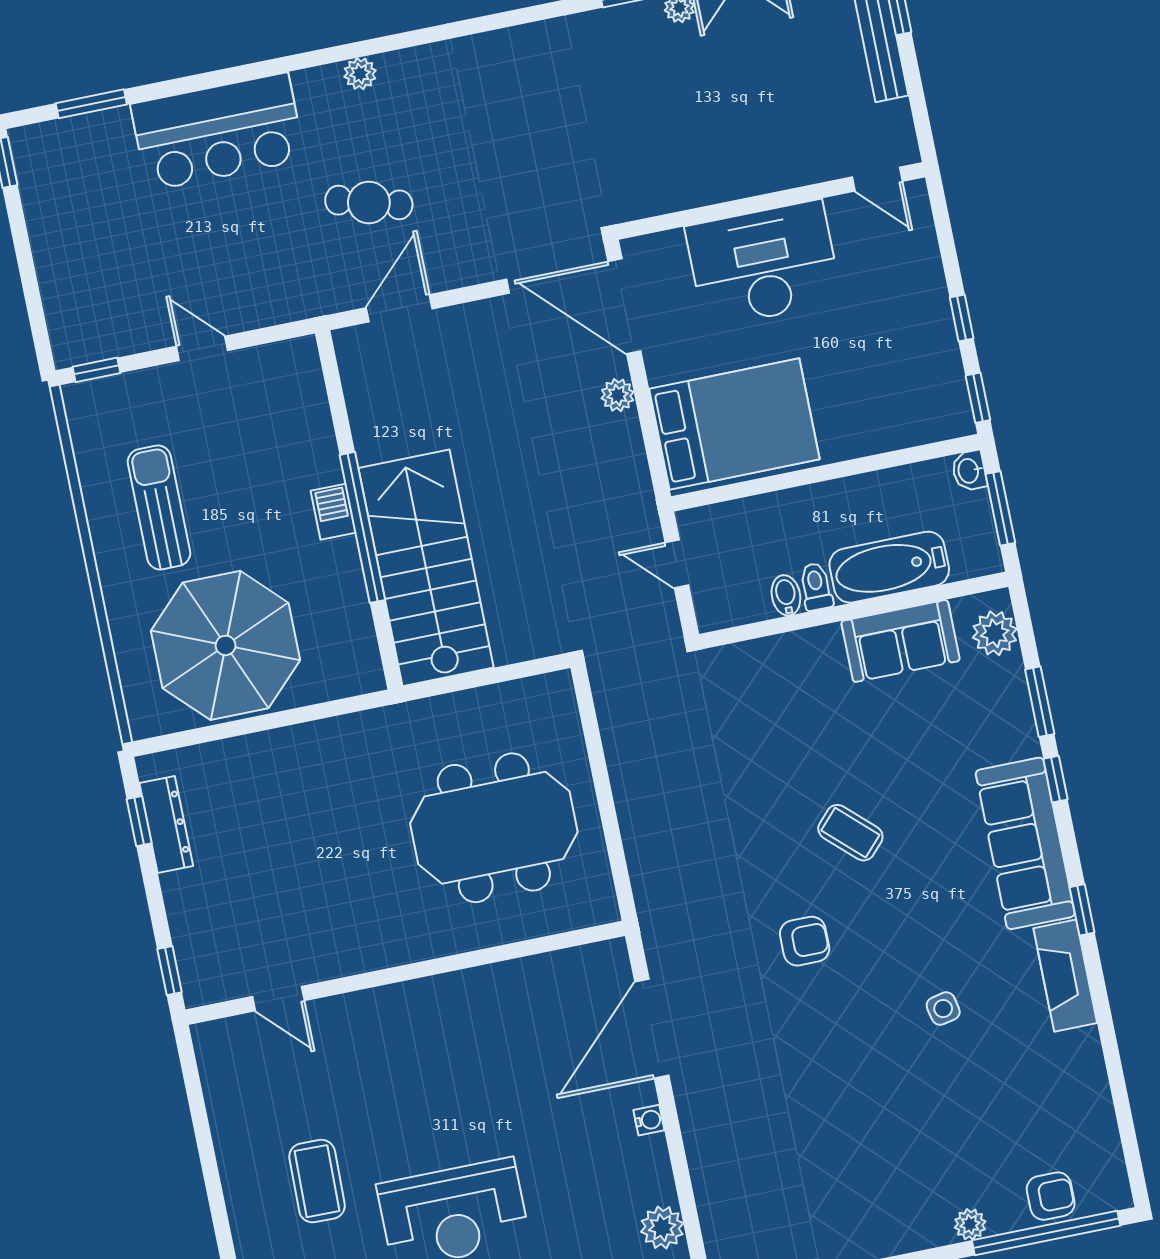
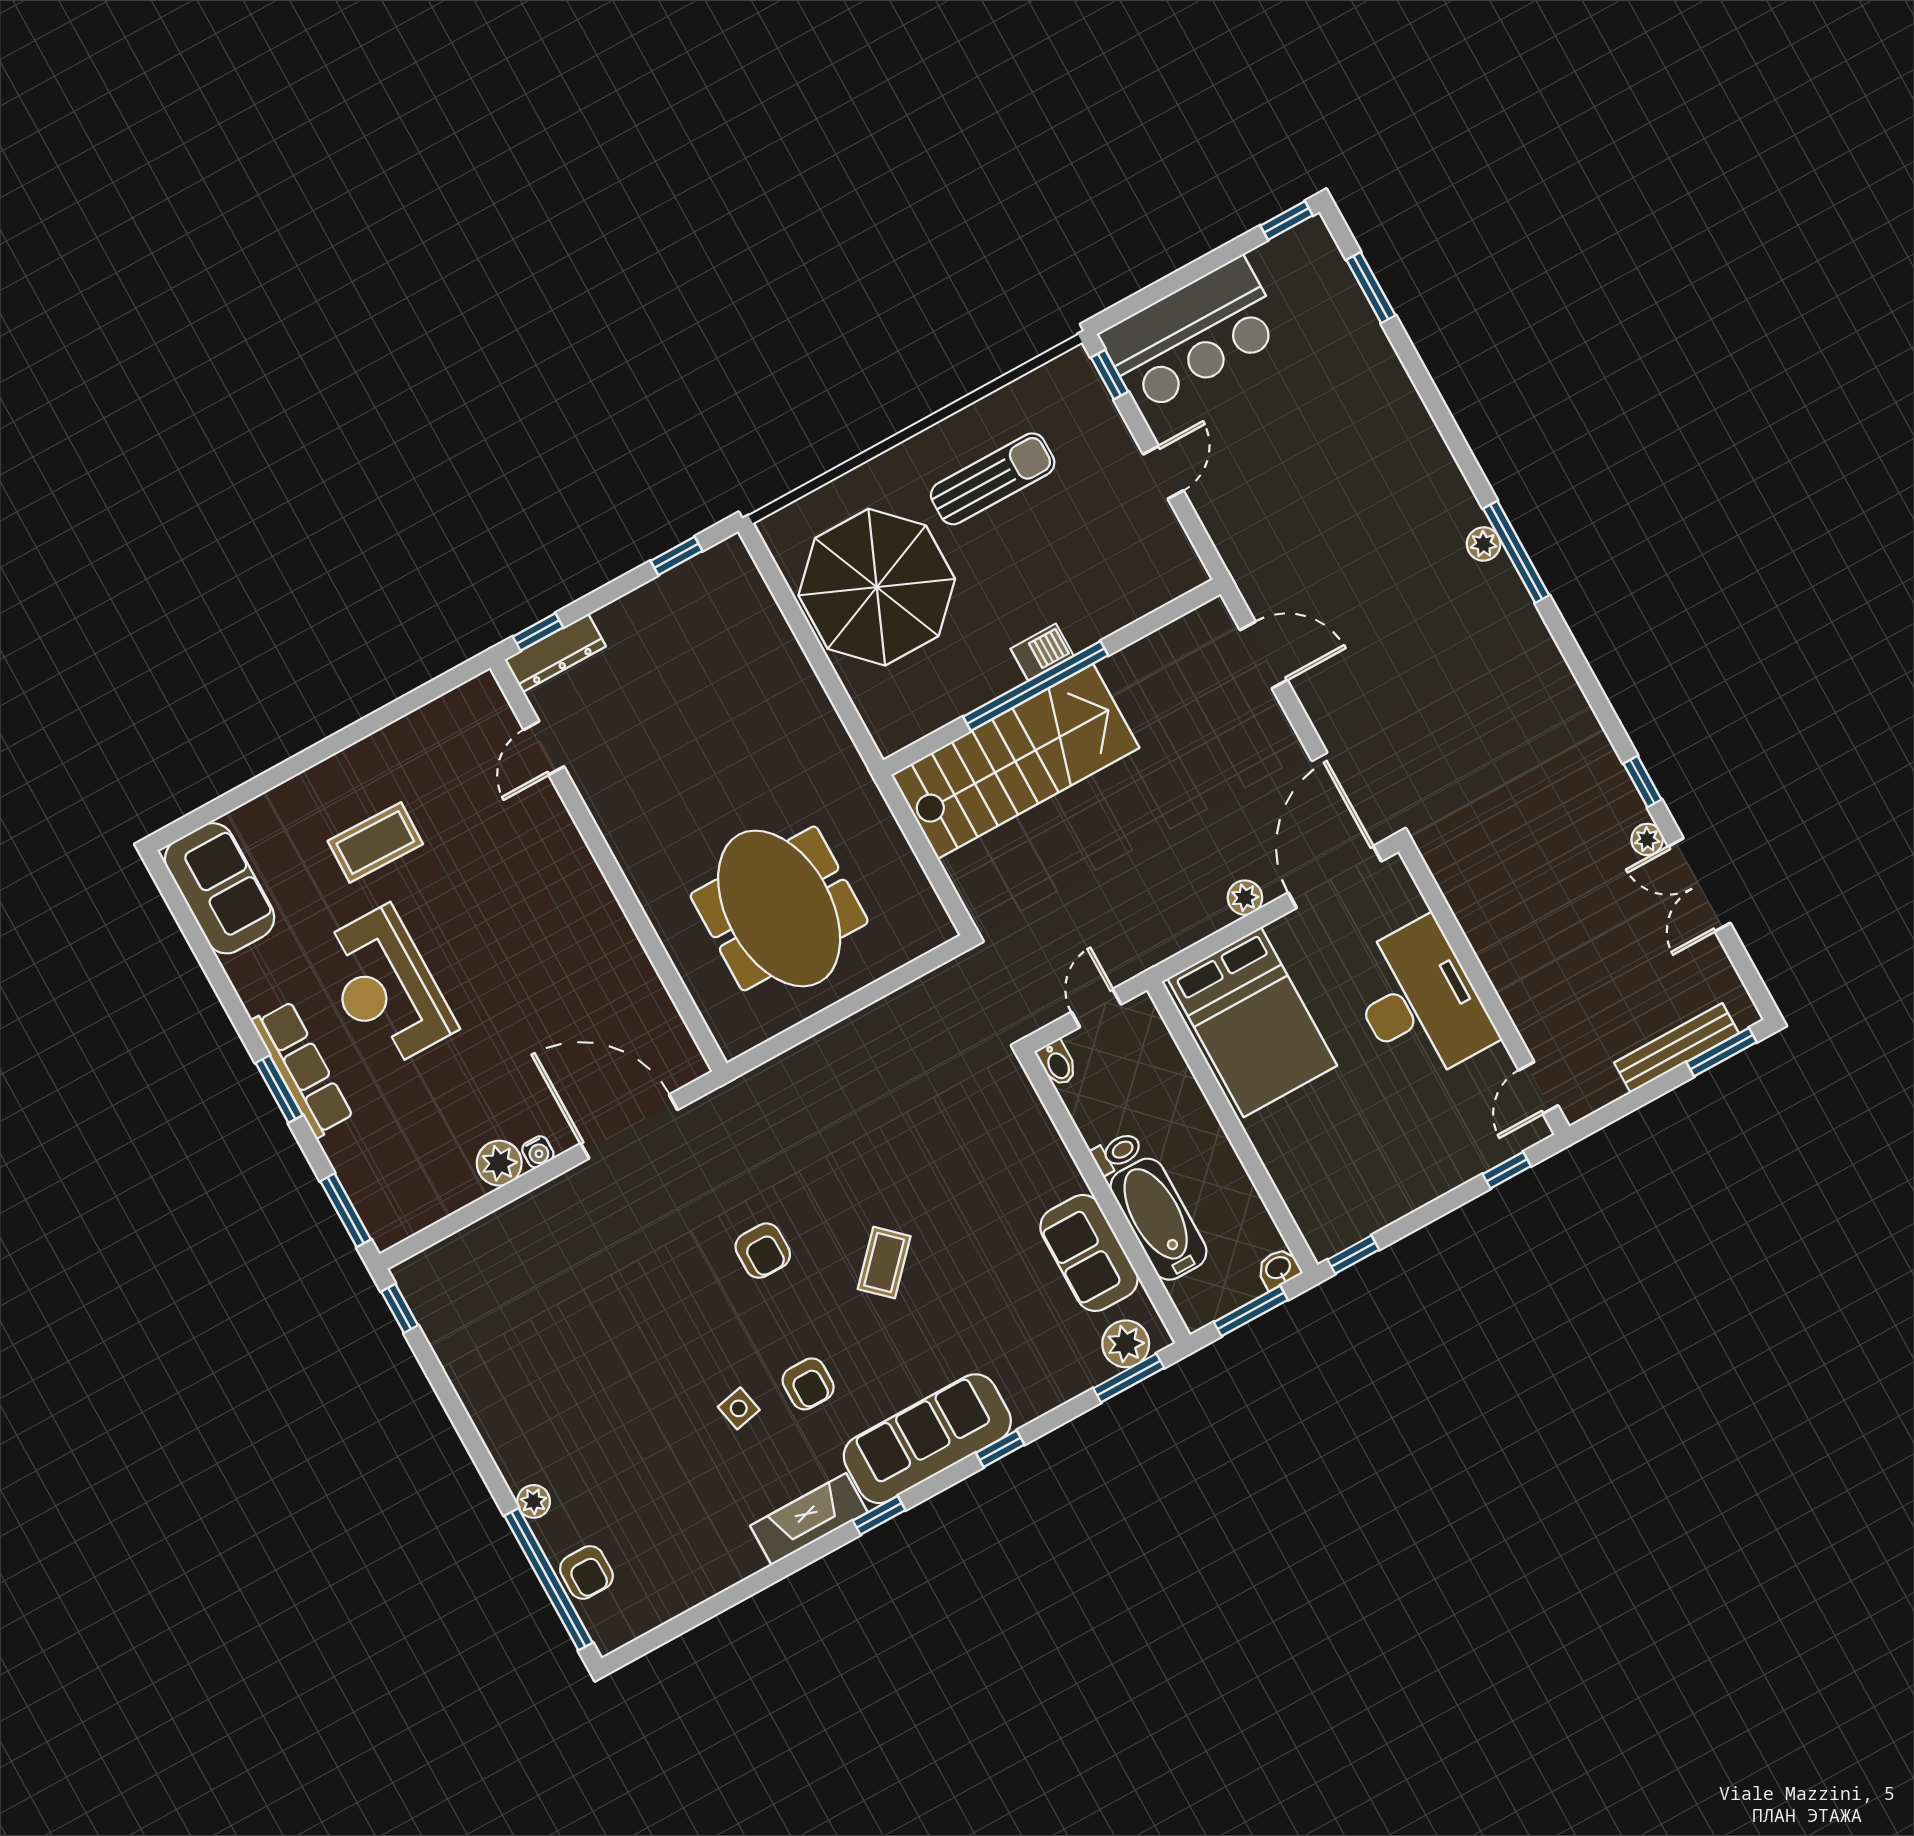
window: (377, 46) -> (1516, 552), added
bar counter: (218, 132) -> (1192, 335), moved, turned -90
cafe table: (369, 203) -> (1359, 592), removed
window: (962, 318) -> (1507, 1170), moved
bidet: (786, 595) -> (1057, 1063), moved, turned 90
window: (1040, 702) -> (1129, 1378), moved
dresser: (166, 824) -> (555, 653), moved
armchair: (940, 938) -> (808, 1384), added
plant: (662, 1228) -> (499, 1163), moved

